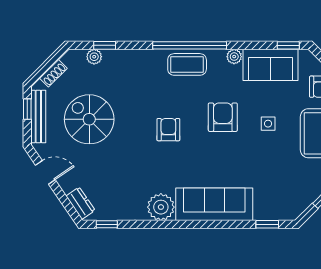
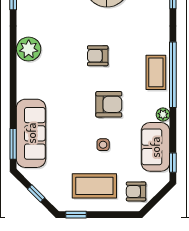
armchair: (168, 130) -> (98, 56), turned 180
sofa: (214, 204) -> (31, 133), moved
window: (267, 224) -> (13, 144), width x1.50

